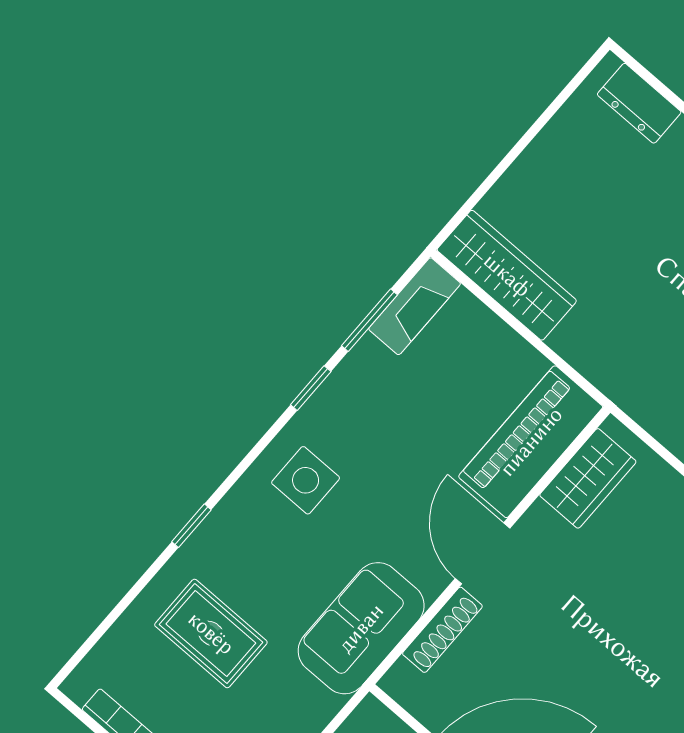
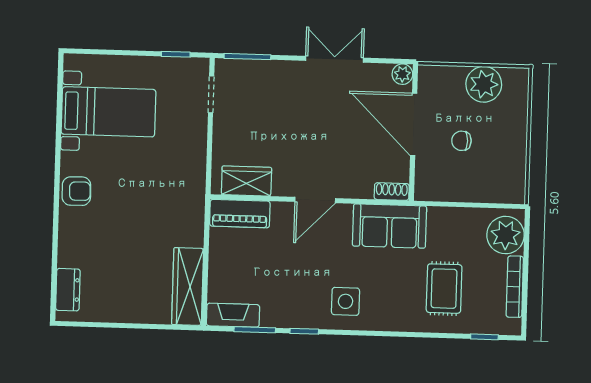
piano: (531, 442) -> (240, 214), width x0.73, depth x0.75
window: (191, 526) -> (484, 337), moved
shoe rack: (442, 630) -> (392, 192), moved, width x0.70

